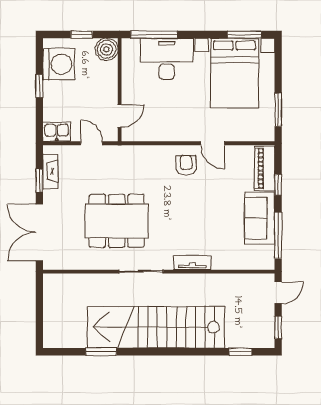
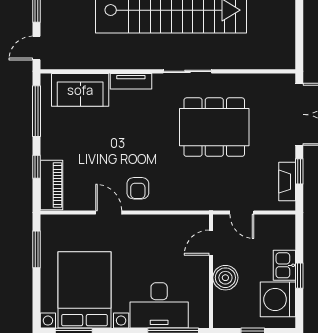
boiler: (106, 49) -> (225, 278), moved
kitchen sink: (57, 132) -> (284, 265), moved, turned 90
sofa: (260, 218) -> (80, 90), moved, turned 90

